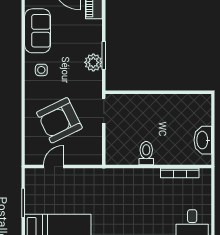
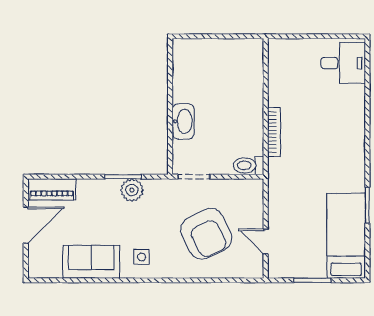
washbasin: (203, 140) -> (183, 121), moved, turned -90
toilet: (146, 153) -> (248, 165), moved
bookcase: (180, 173) -> (274, 132), moved

